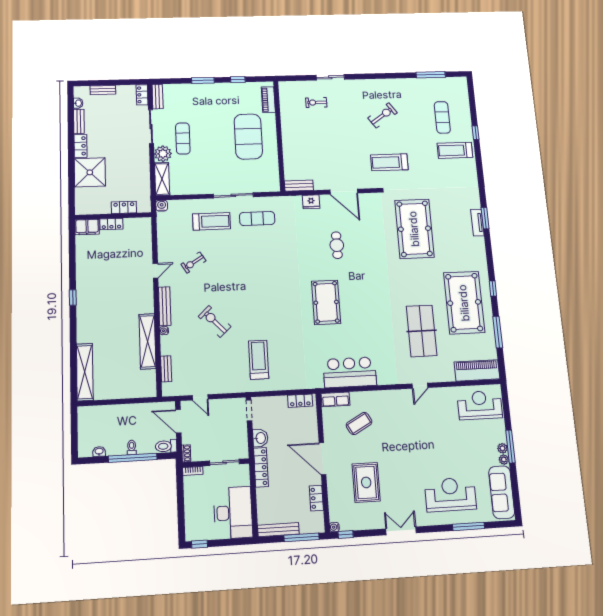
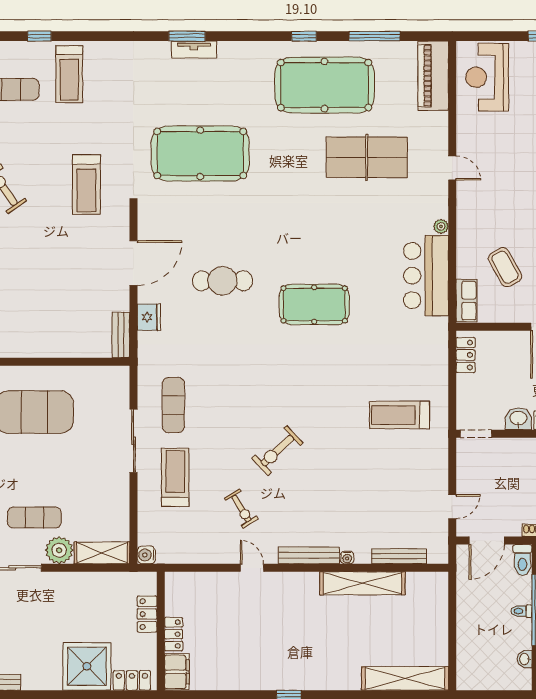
locker: (80, 146) -> (132, 680), moved
cafe table: (337, 245) -> (222, 281), width x1.37, depth x1.35
exercise bike: (215, 321) -> (277, 451), moved
bench: (166, 369) -> (399, 556), width x1.36
plant: (382, 380) -> (441, 226), added

